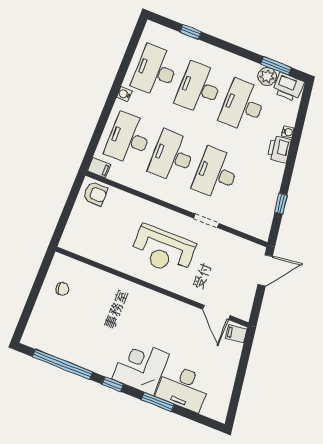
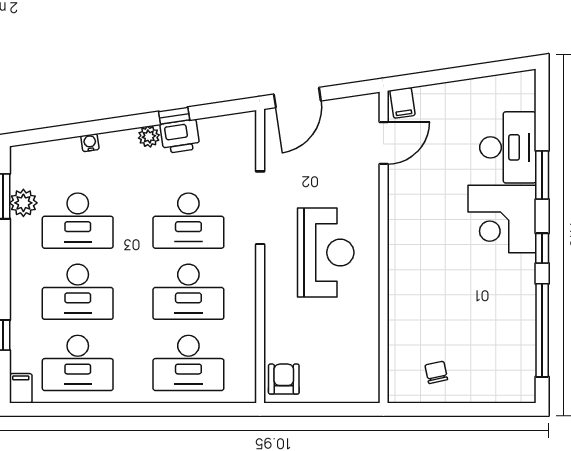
printer: (288, 87) -> (26, 167), removed
water cooler: (124, 94) -> (128, 394), removed
printer: (279, 149) -> (180, 136), moved
filing cabinet: (99, 168) -> (21, 388), moved
plant: (277, 170) -> (149, 137), added
window: (281, 204) -> (174, 116), moved
doorway: (206, 221) -> (260, 208), width x1.87
door: (265, 270) -> (297, 98), swing flipped

